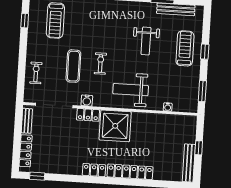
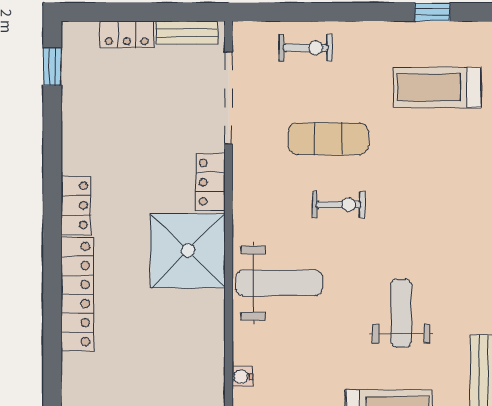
weight bench: (146, 41) -> (401, 313), turned 90
weight bench: (131, 90) -> (279, 283), turned 90
water cooler: (87, 101) -> (246, 177), removed
locker: (26, 151) -> (127, 34), width x0.66

